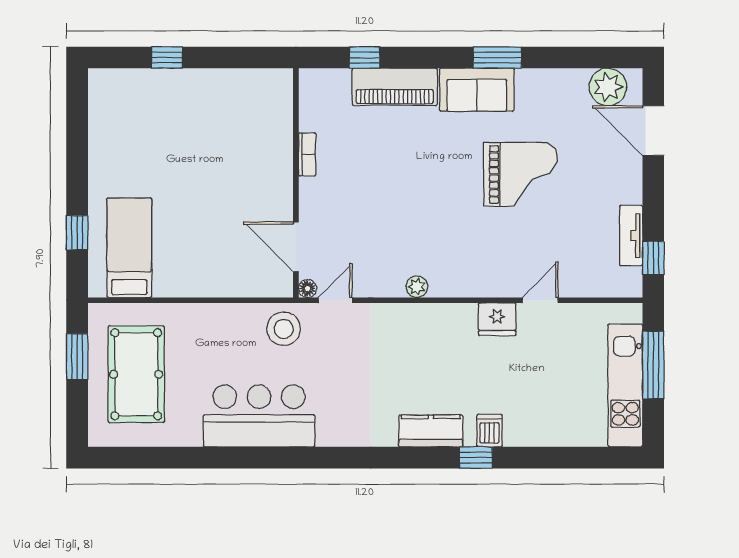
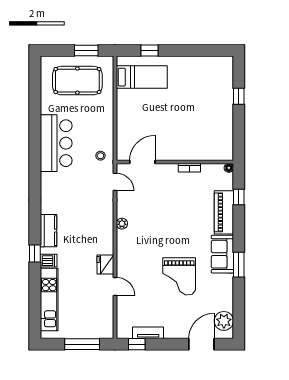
floor lamp: (308, 289) -> (229, 168), moved
stool: (284, 329) -> (101, 156), width x0.53, depth x0.53
kitchen unit: (625, 386) -> (49, 299), moved, turned 90

